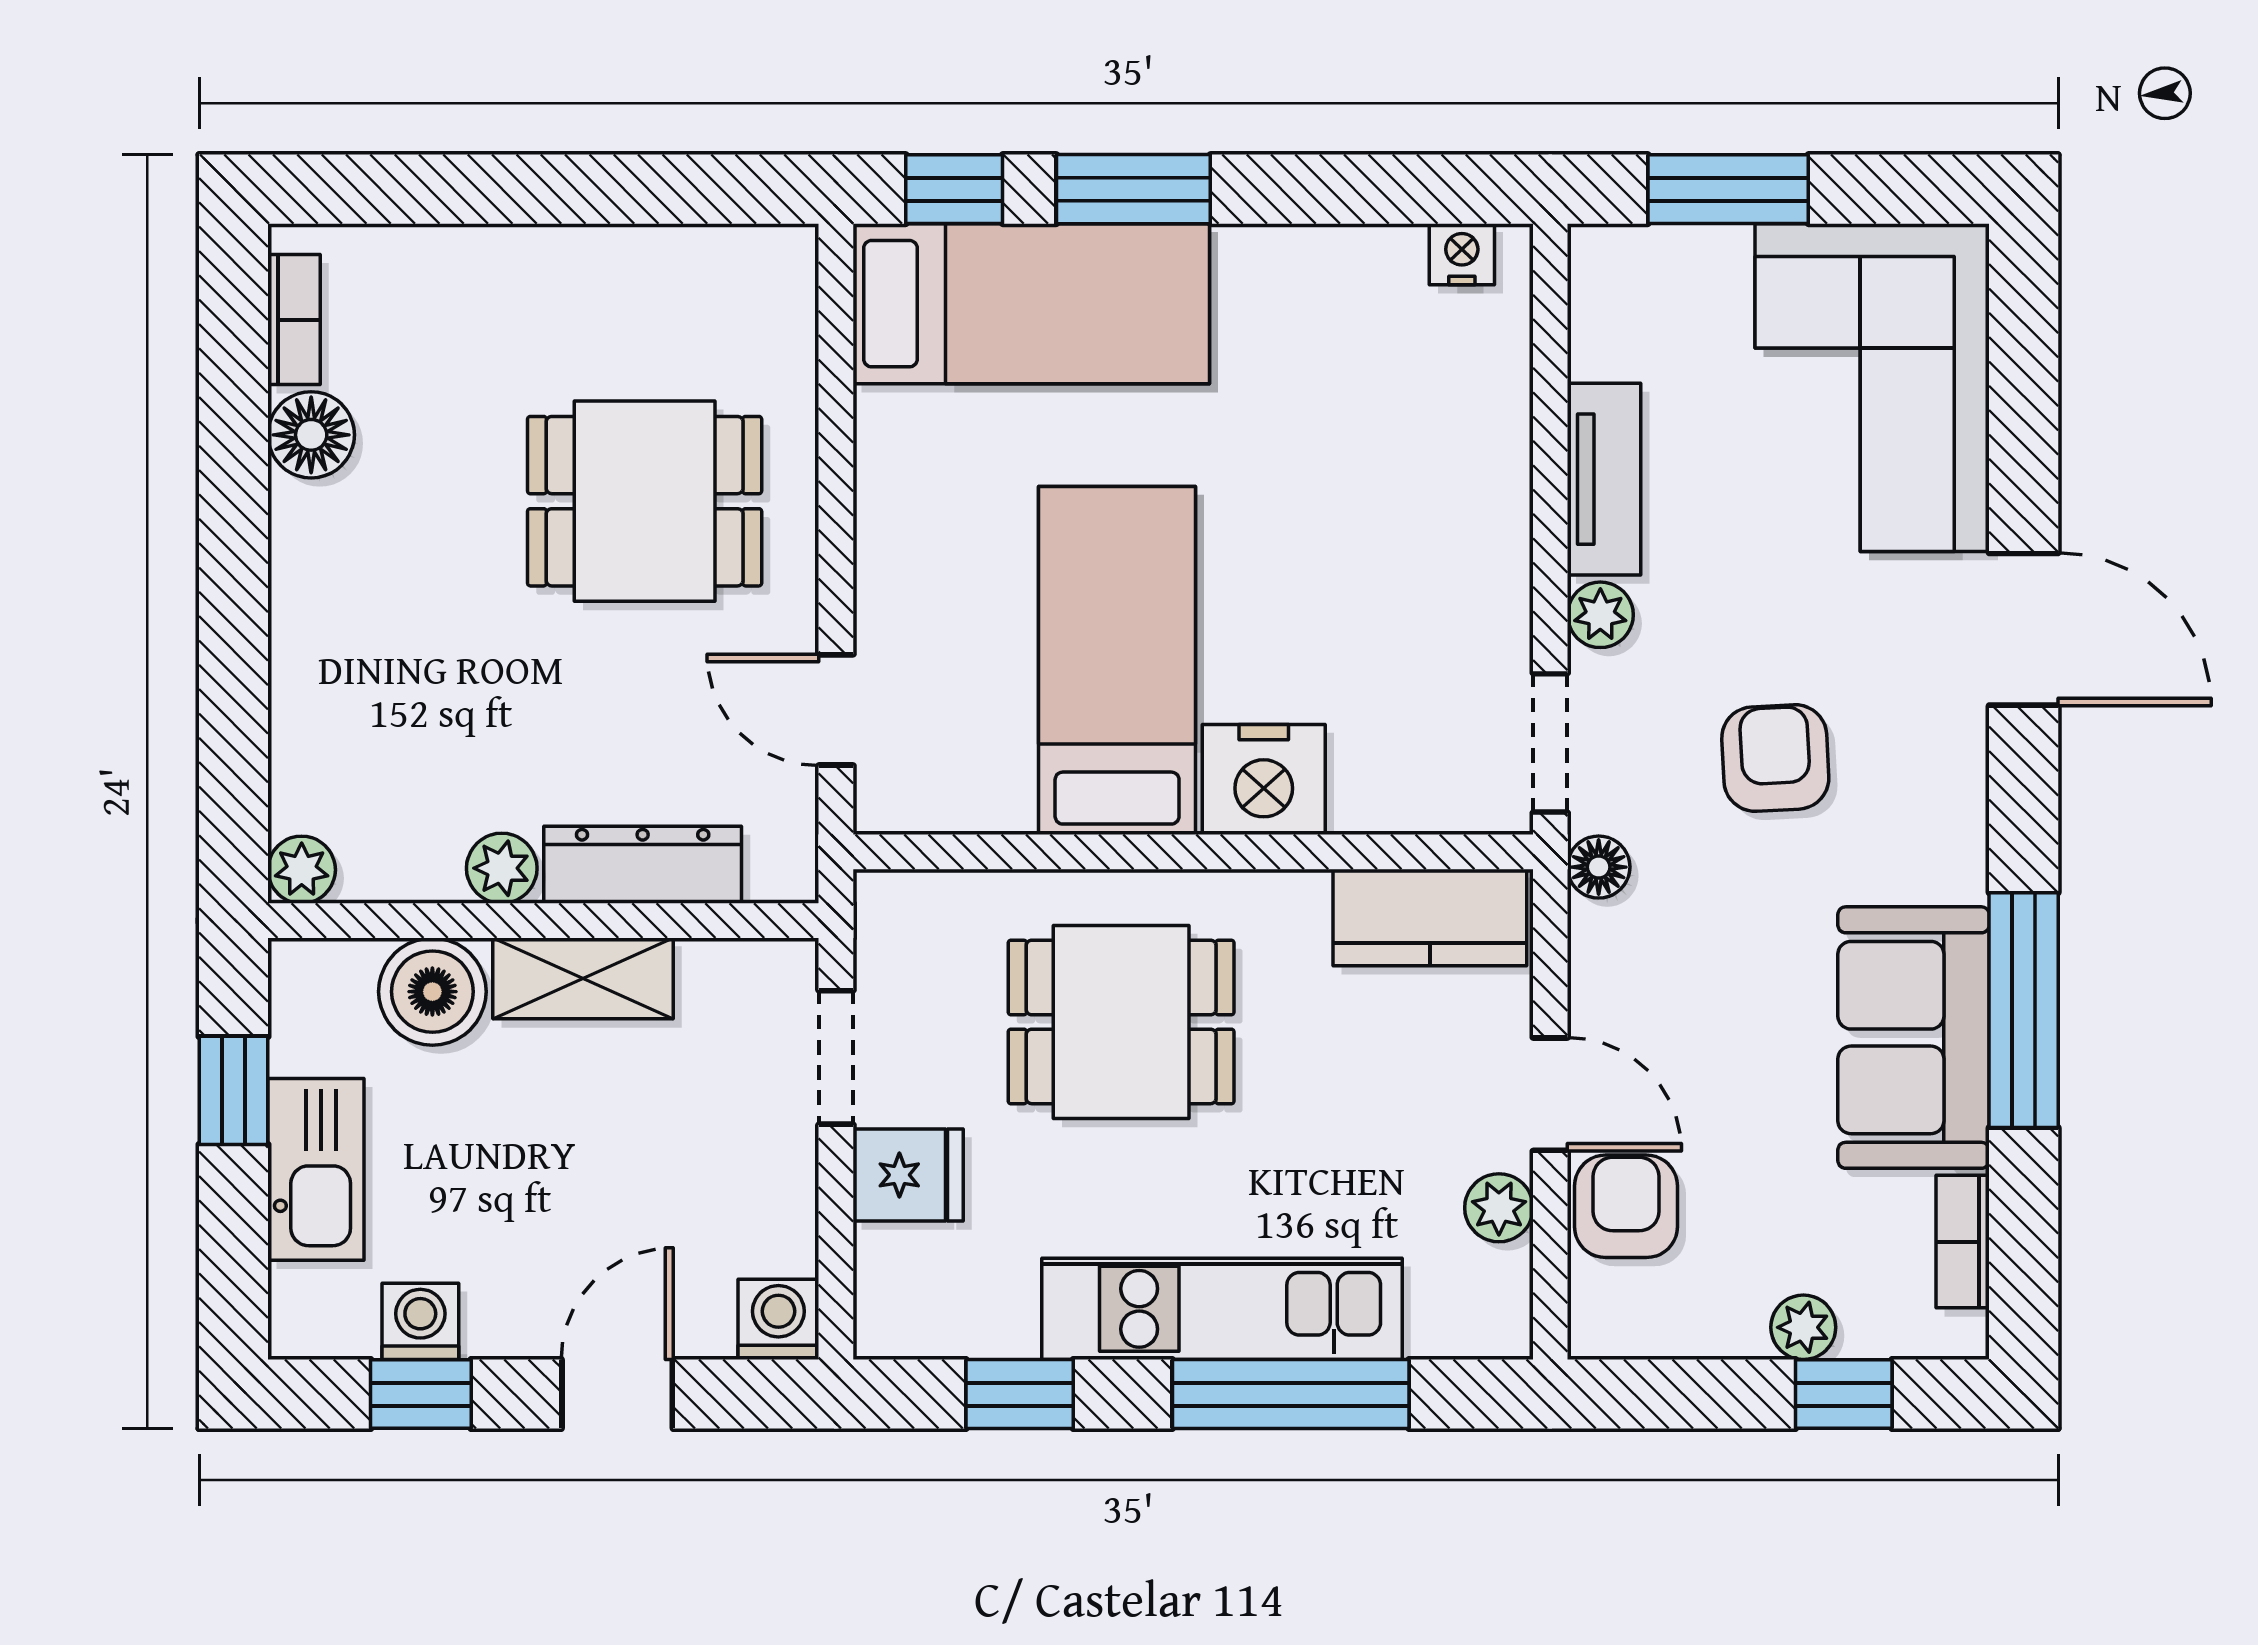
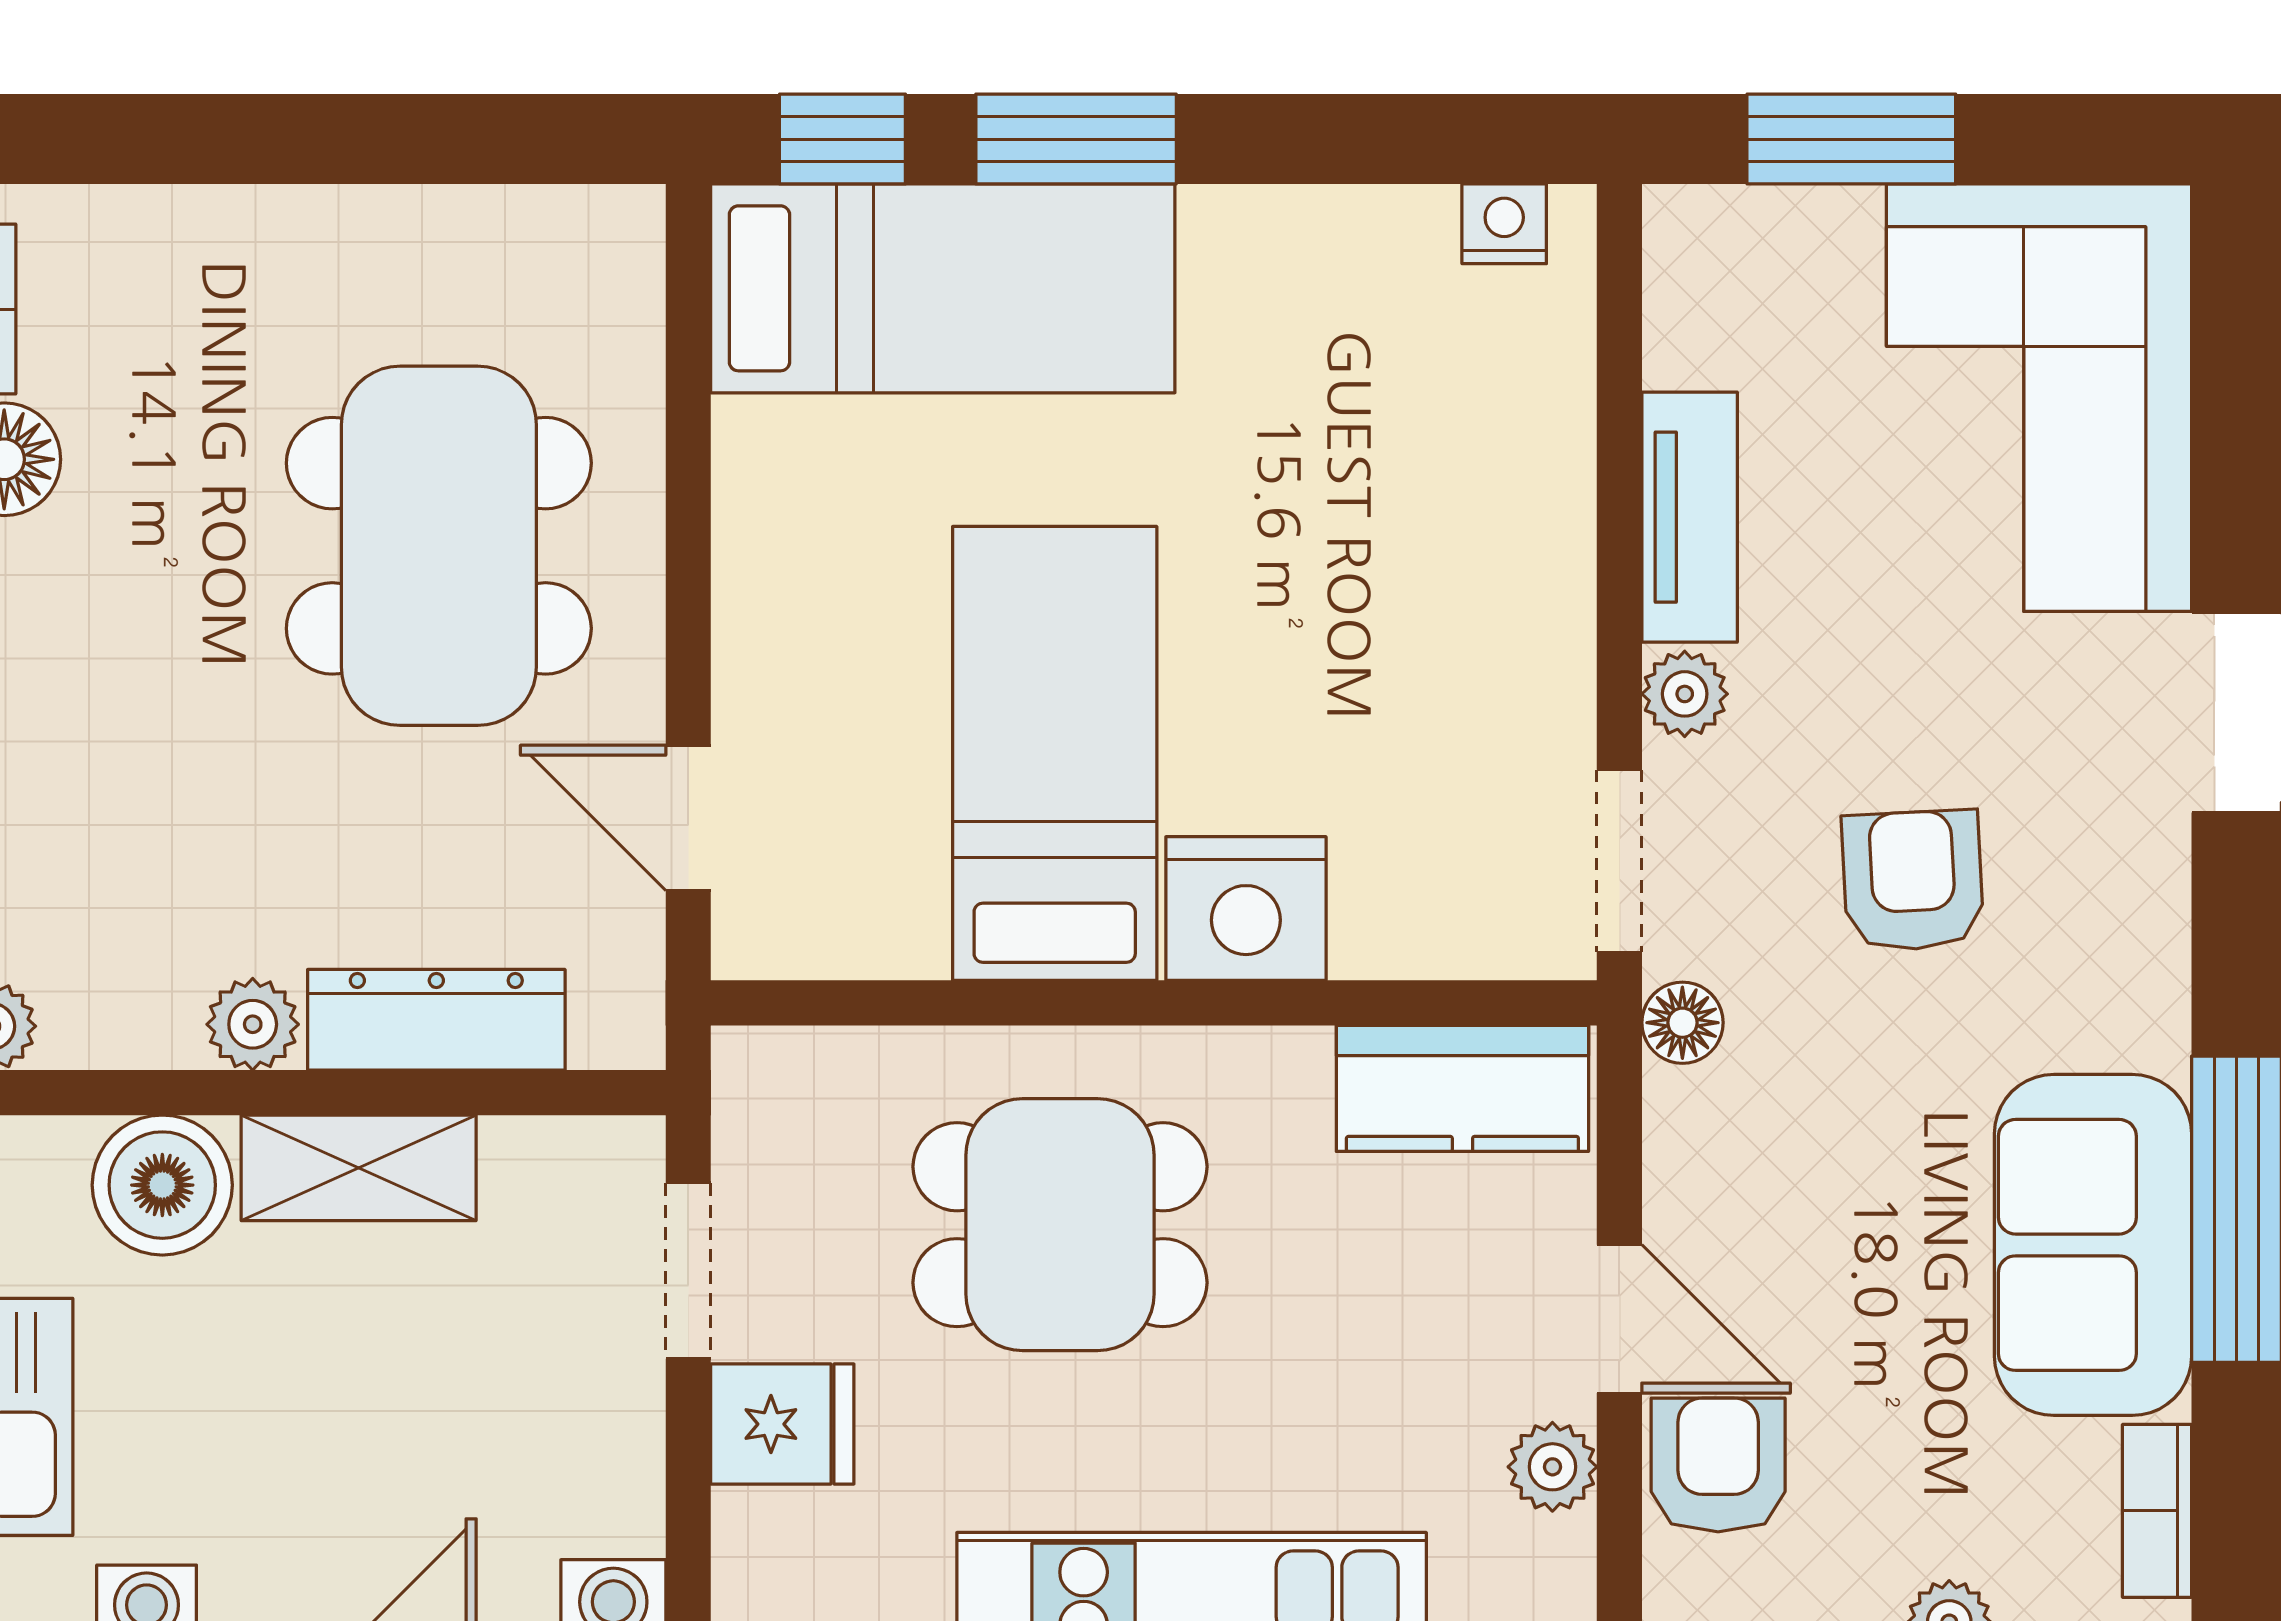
dining table: (645, 501) -> (439, 546), width x1.38

